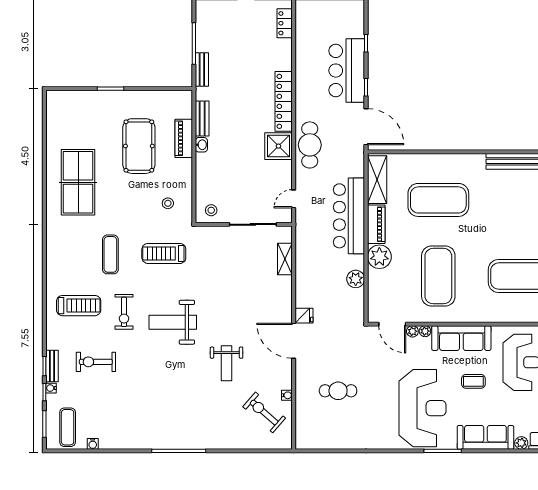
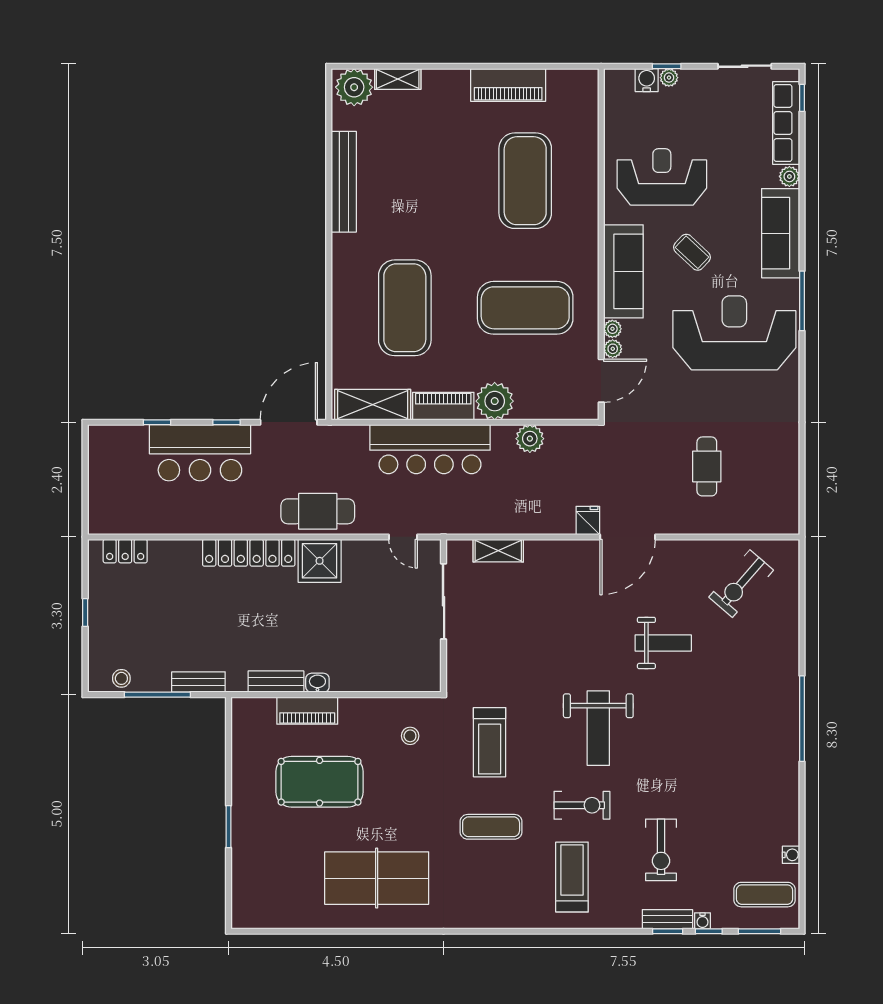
stool: (211, 210) -> (121, 678), moved
coffee table: (473, 381) -> (692, 252), turned -47
water cooler: (287, 395) -> (714, 547), removed

